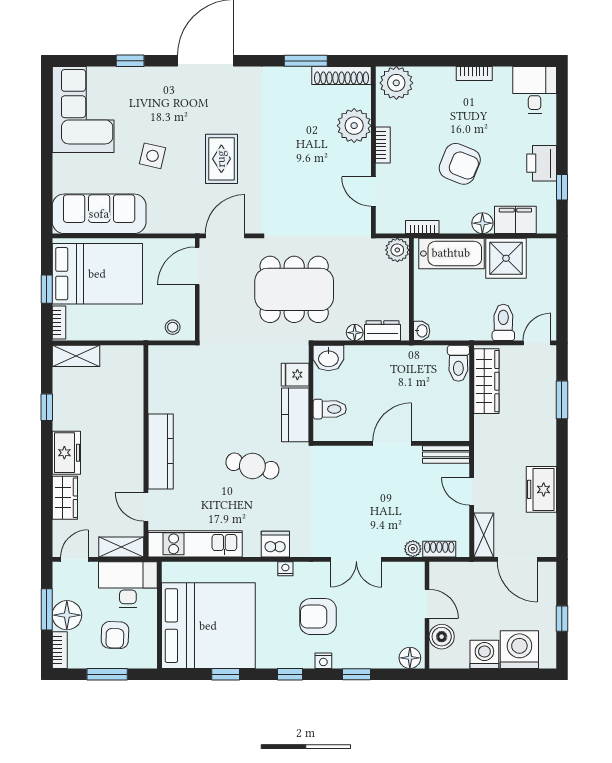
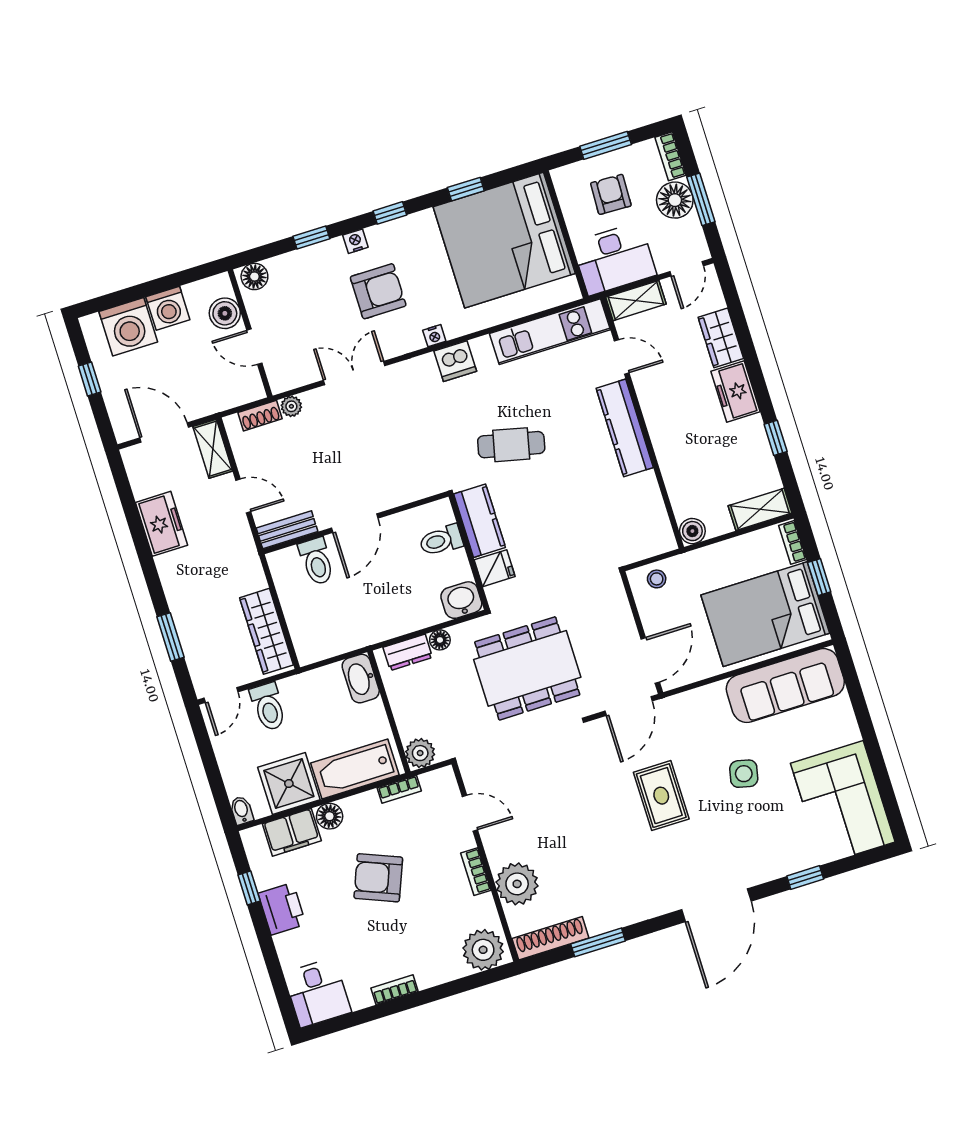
bidet: (549, 249) -> (242, 810), added
washbasin: (422, 331) -> (361, 679), width x1.91, depth x1.45
boiler: (133, 355) -> (692, 531), added
toilet: (458, 363) -> (316, 561), moved, turned 180

